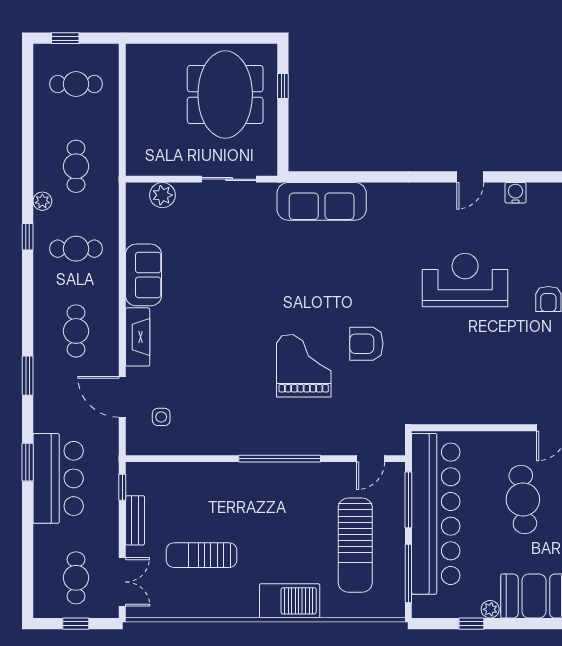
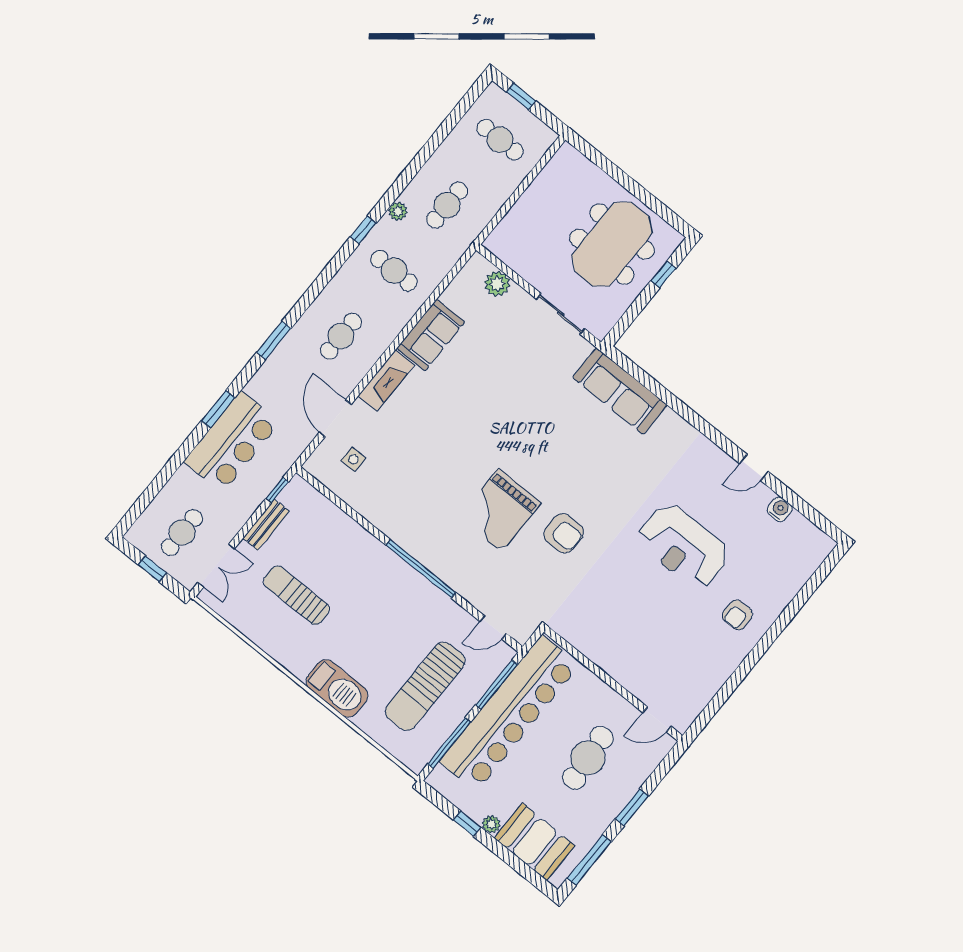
reception desk: (465, 280) -> (683, 546), turned 180
armchair: (366, 344) -> (564, 533), turned 180
grand piano: (304, 366) -> (500, 510), turned 180

